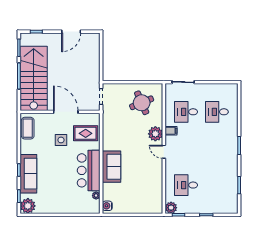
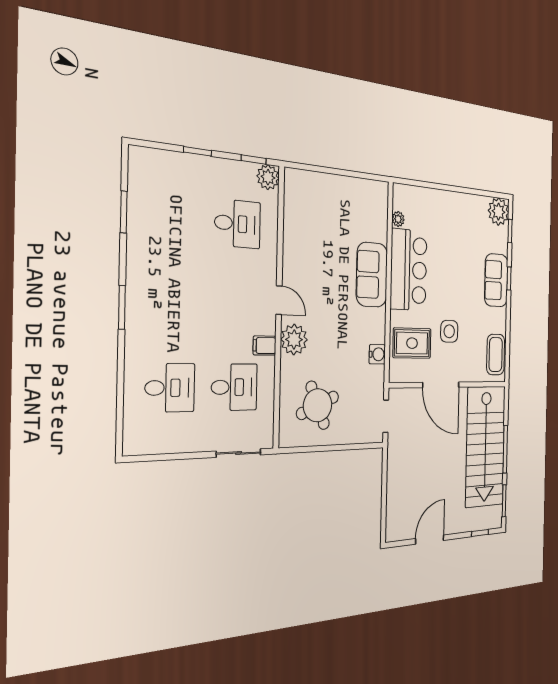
sofa: (28, 174) -> (496, 280), width x0.73
water cooler: (107, 206) -> (377, 354), moved

